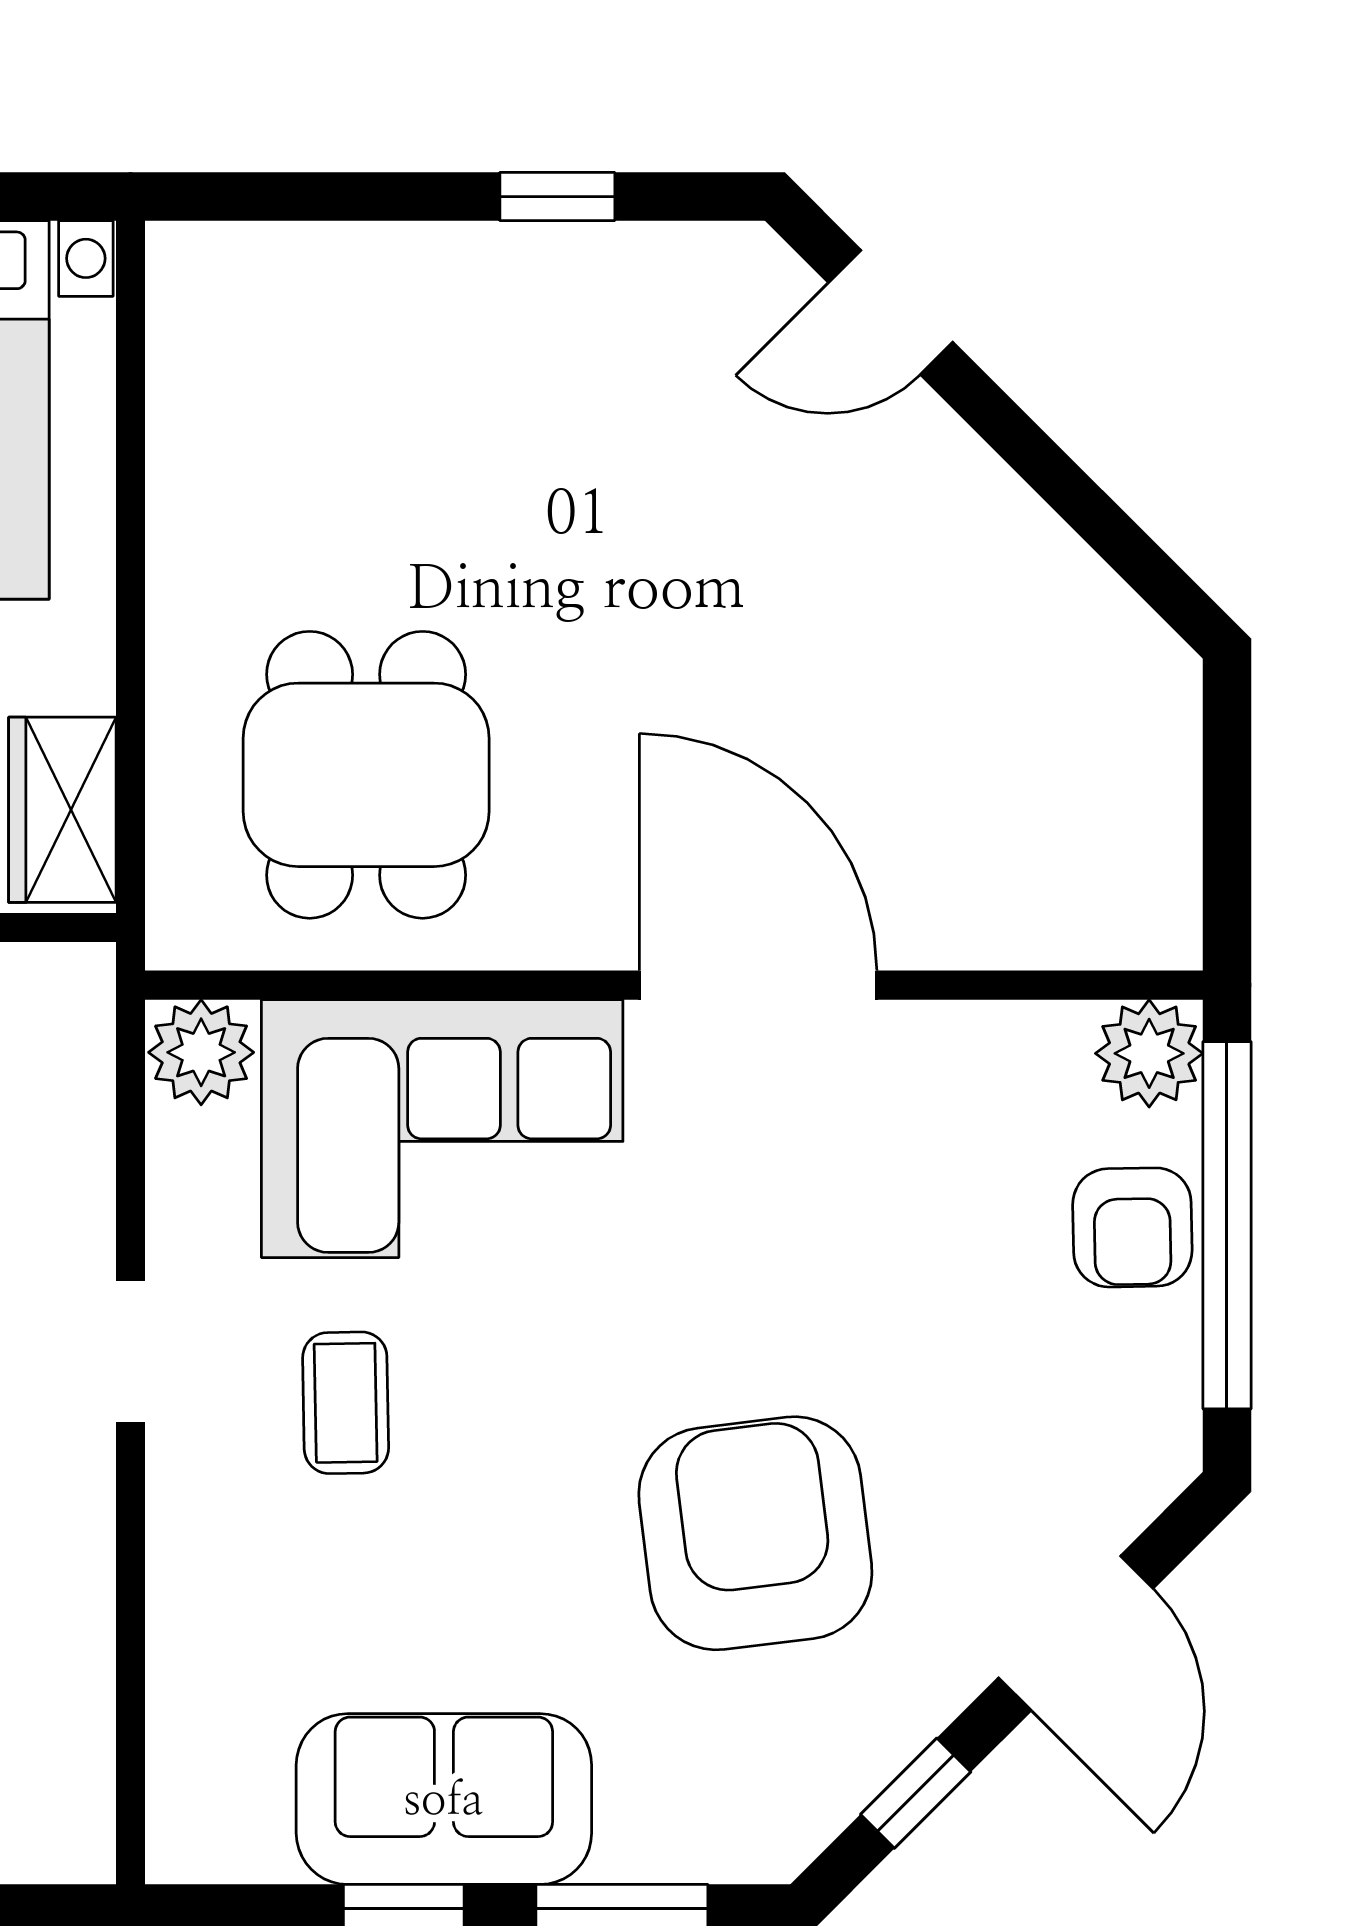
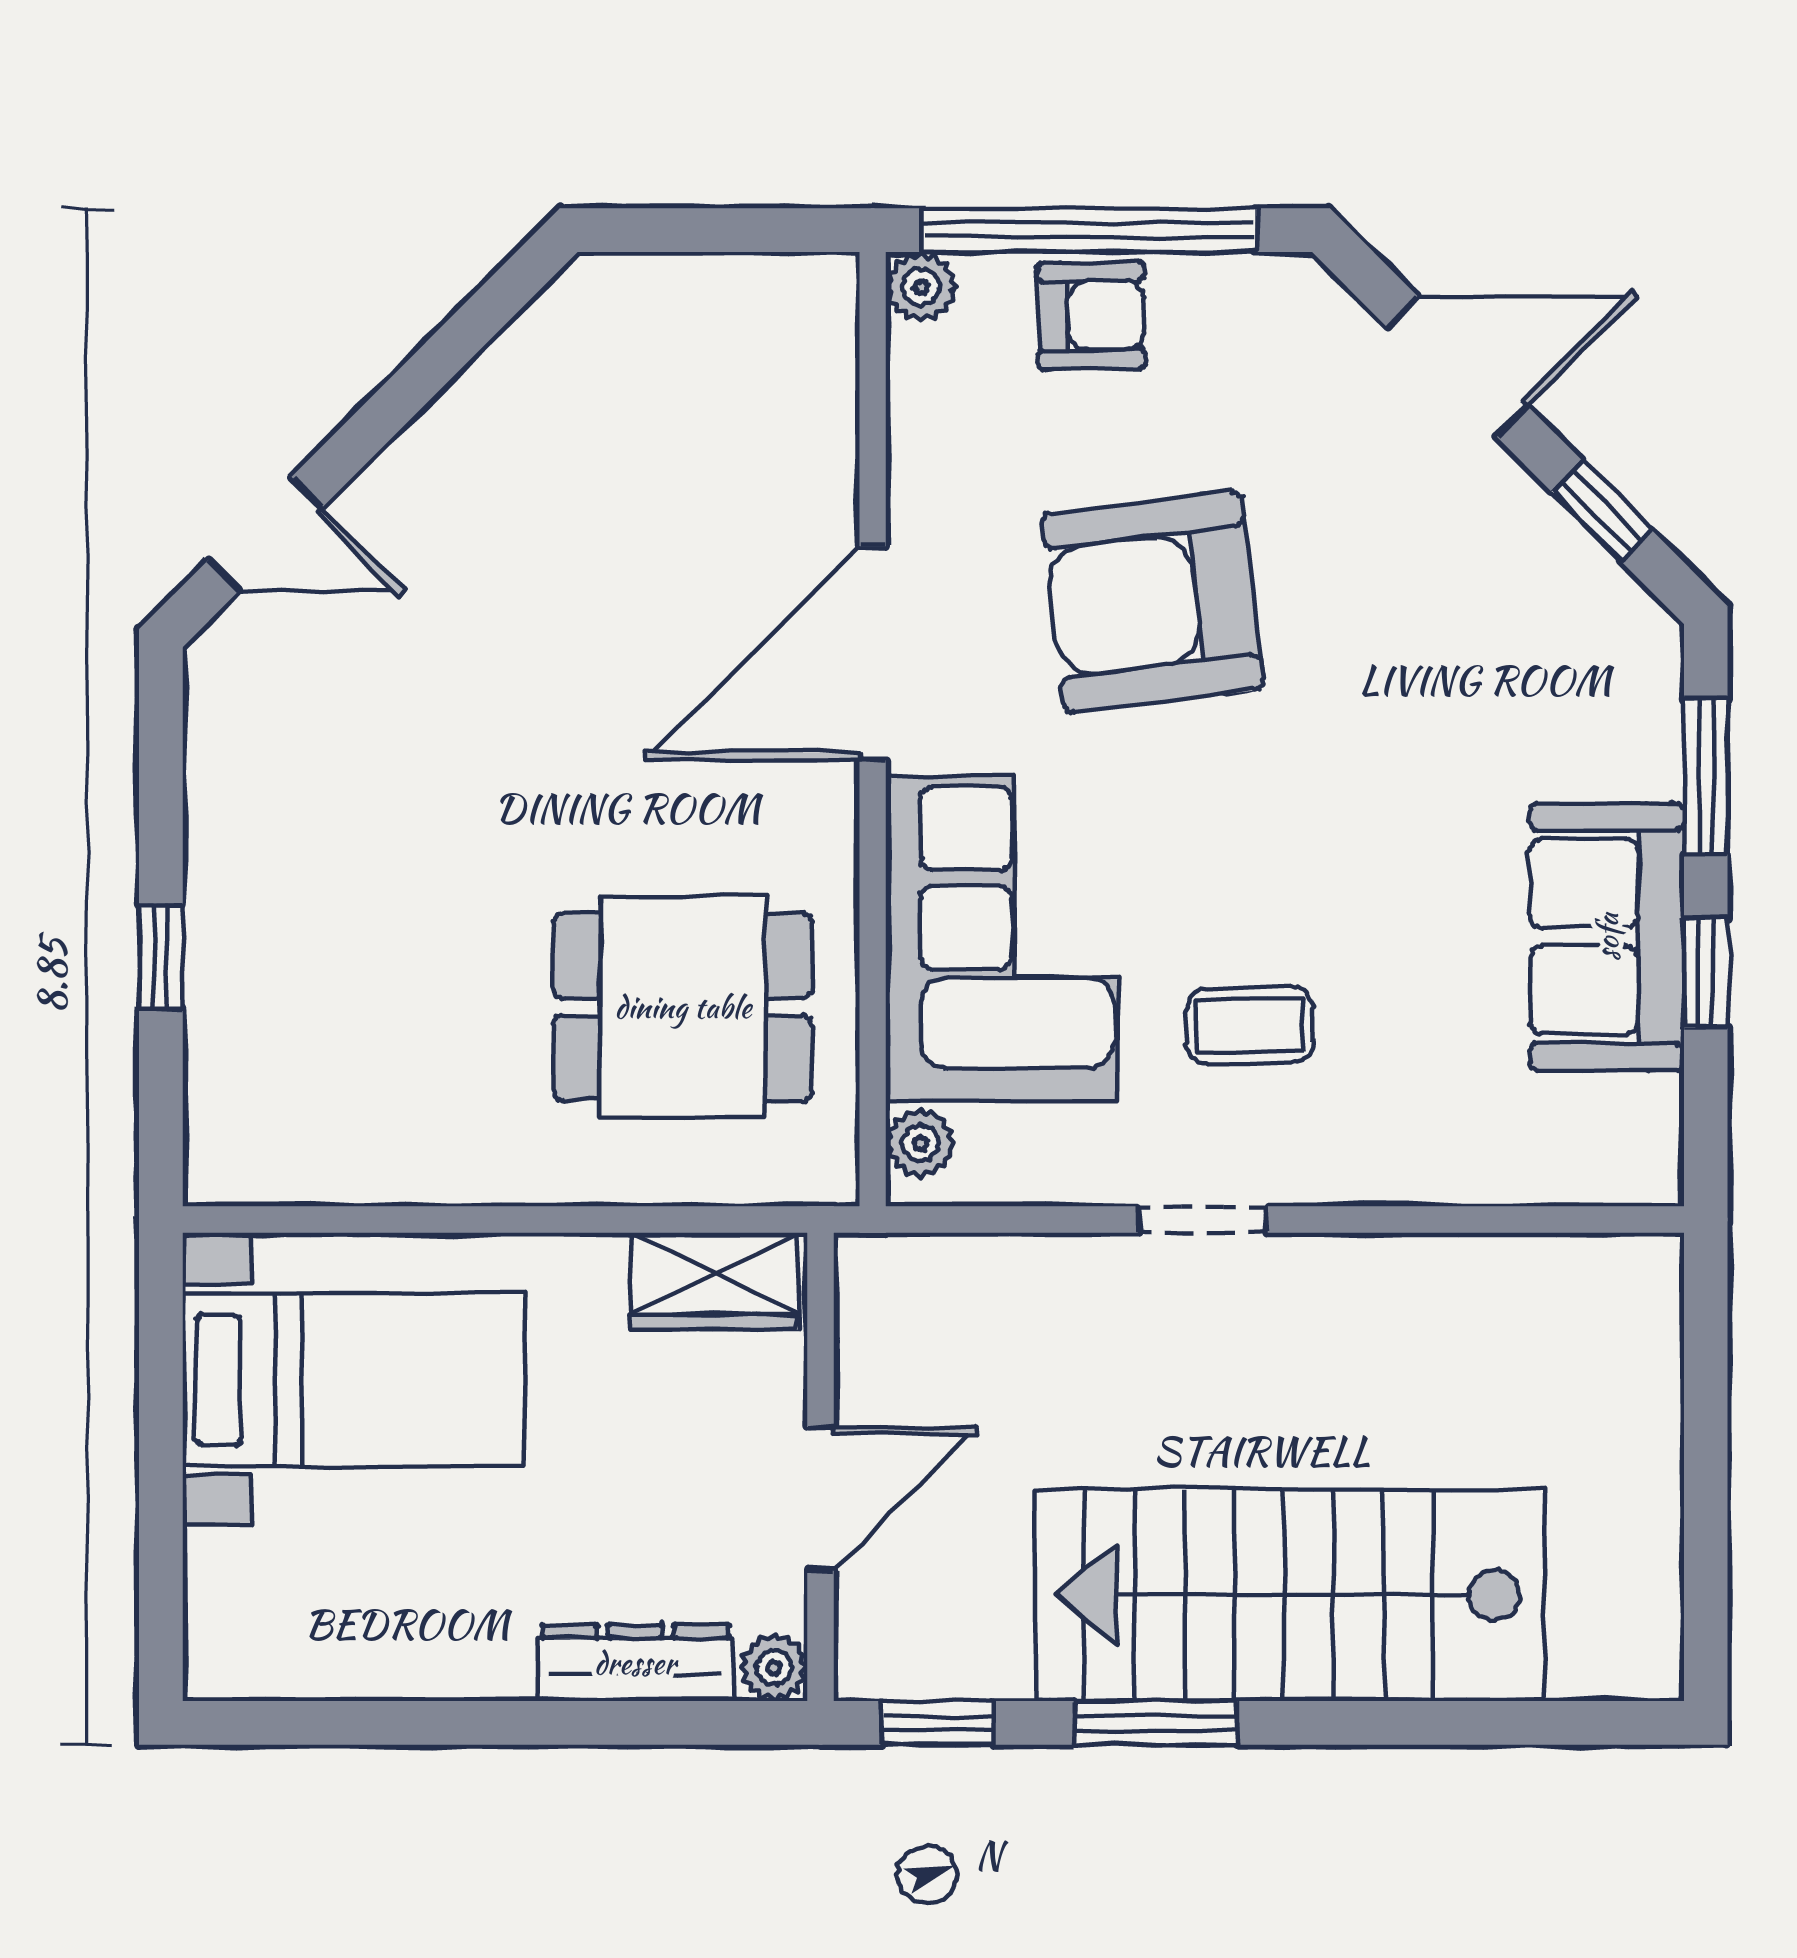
window: (557, 197) -> (161, 957), moved
door: (891, 312) -> (265, 534), hinge flipped
plant: (201, 1052) -> (920, 1143), width x0.73, depth x0.73
plant: (1149, 1053) -> (921, 287), width x0.73, depth x0.73
armchair: (755, 1533) -> (1152, 602), moved

